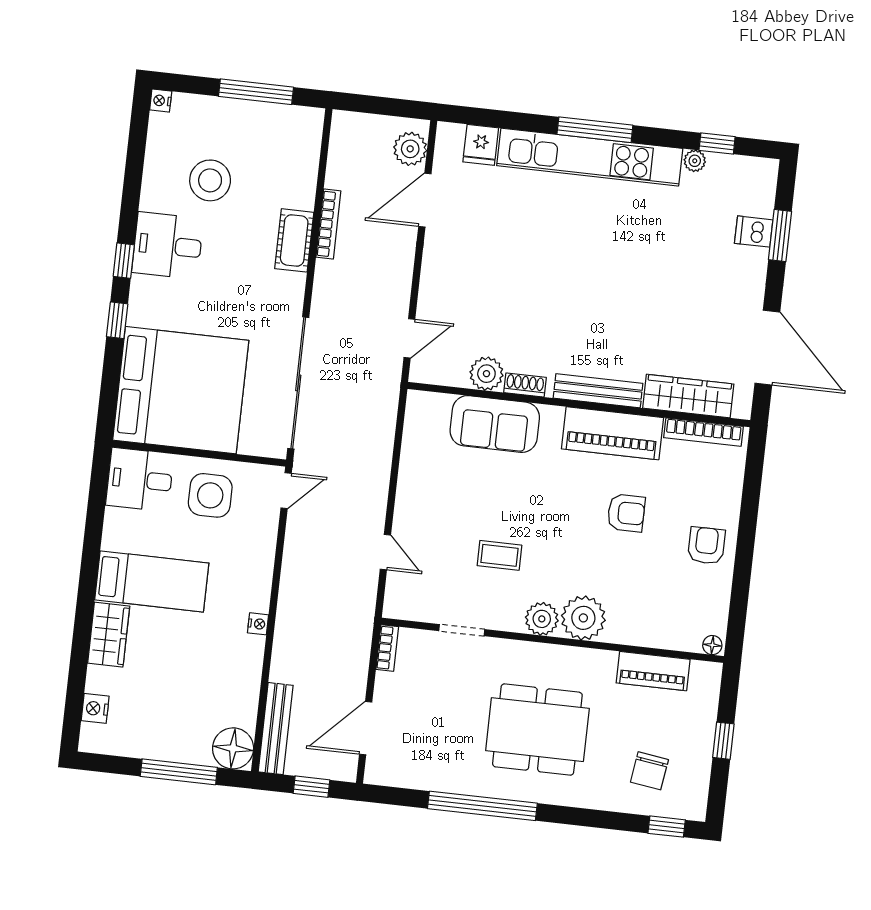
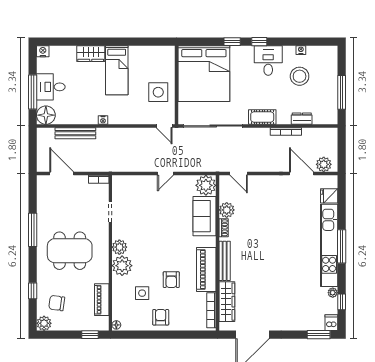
nightstand: (161, 101) -> (301, 50), moved
dresser: (304, 186) -> (302, 119), added
dishwasher: (754, 232) -> (331, 323), moved
window: (780, 236) -> (319, 335), moved
cot: (294, 240) -> (262, 117), moved
plant: (427, 414) -> (206, 185), added
desk: (140, 480) -> (51, 87), moved, turned -90
armchair: (706, 546) -> (161, 317), turned -90
door: (385, 552) -> (165, 174), moved
coffee table: (499, 555) -> (146, 225), removed
side table: (649, 581) -> (142, 293), added
nightstand: (95, 708) -> (43, 51), moved
bench: (276, 729) -> (75, 133), moved
dining table: (537, 730) -> (70, 251), turned 90
window: (723, 741) -> (90, 335), moved
window: (311, 787) -> (33, 152), removed
plant: (691, 804) -> (44, 323), added
window: (482, 806) -> (33, 230), width x0.68
window: (667, 827) -> (33, 291), moved

